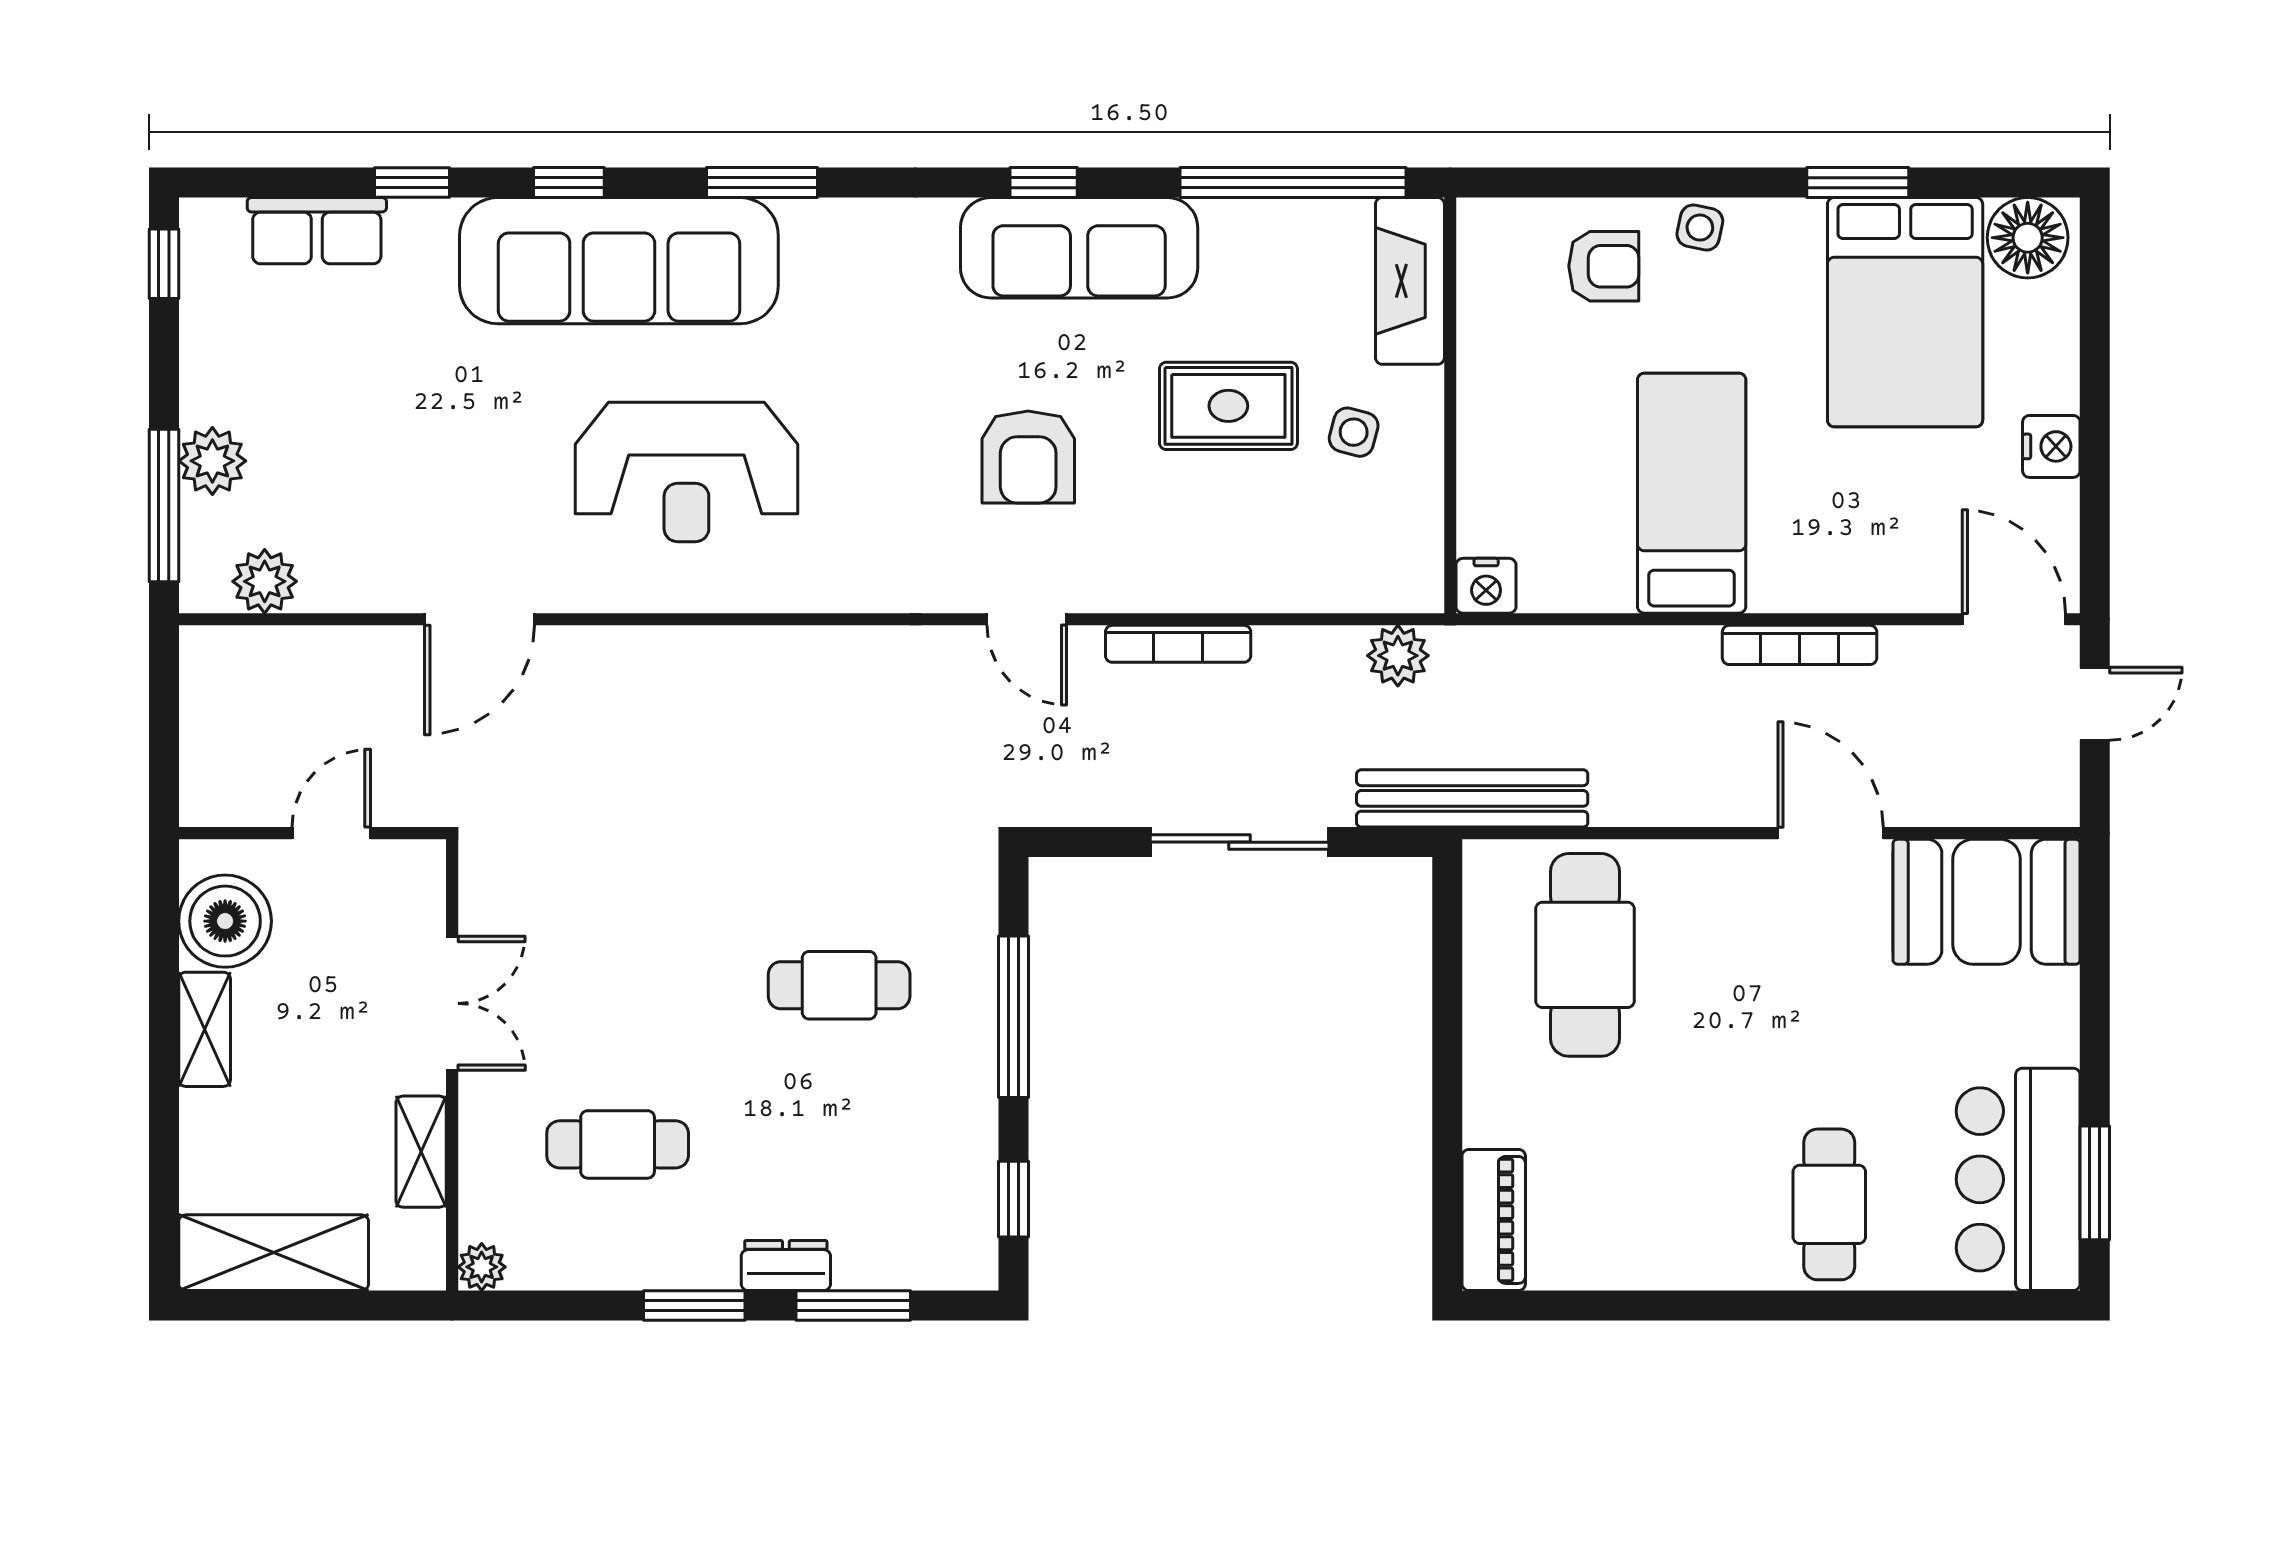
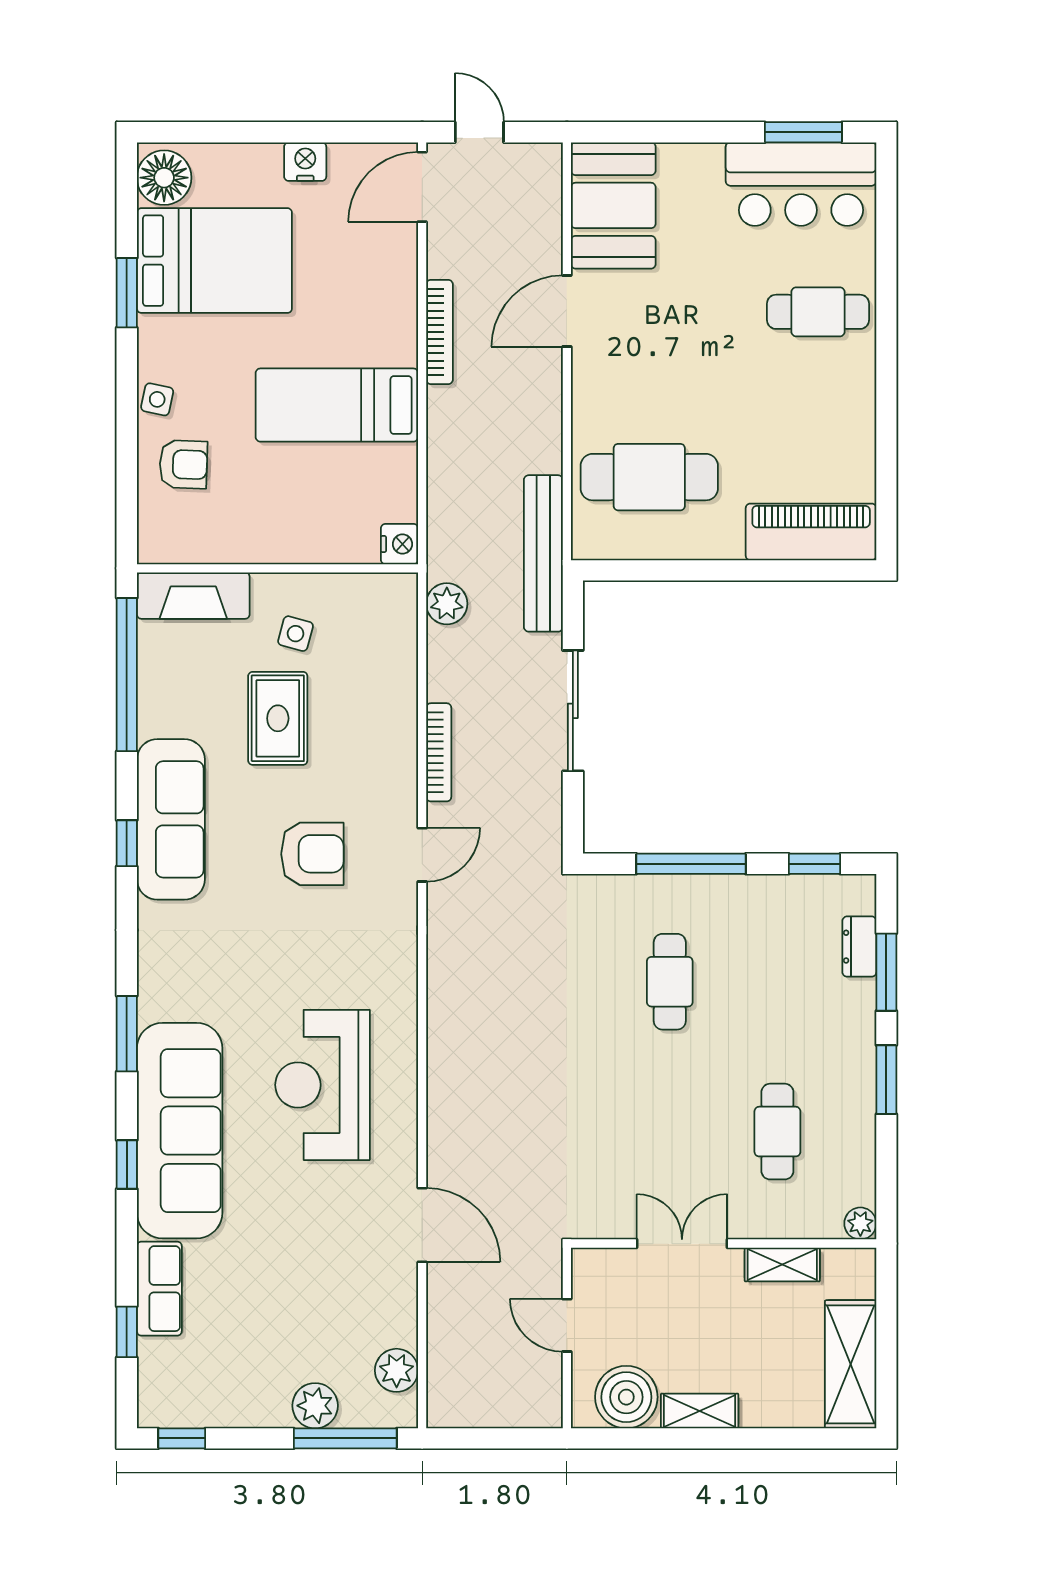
window: (412, 183) -> (127, 1332), moved
row of seats: (317, 231) -> (159, 1289), moved
armchair: (1604, 266) -> (183, 464), turned 92
reception desk: (686, 472) -> (322, 1085), turned 180
piano: (1494, 1220) -> (811, 532), width x1.37, depth x1.33
dresser: (786, 1266) -> (859, 947), moved

